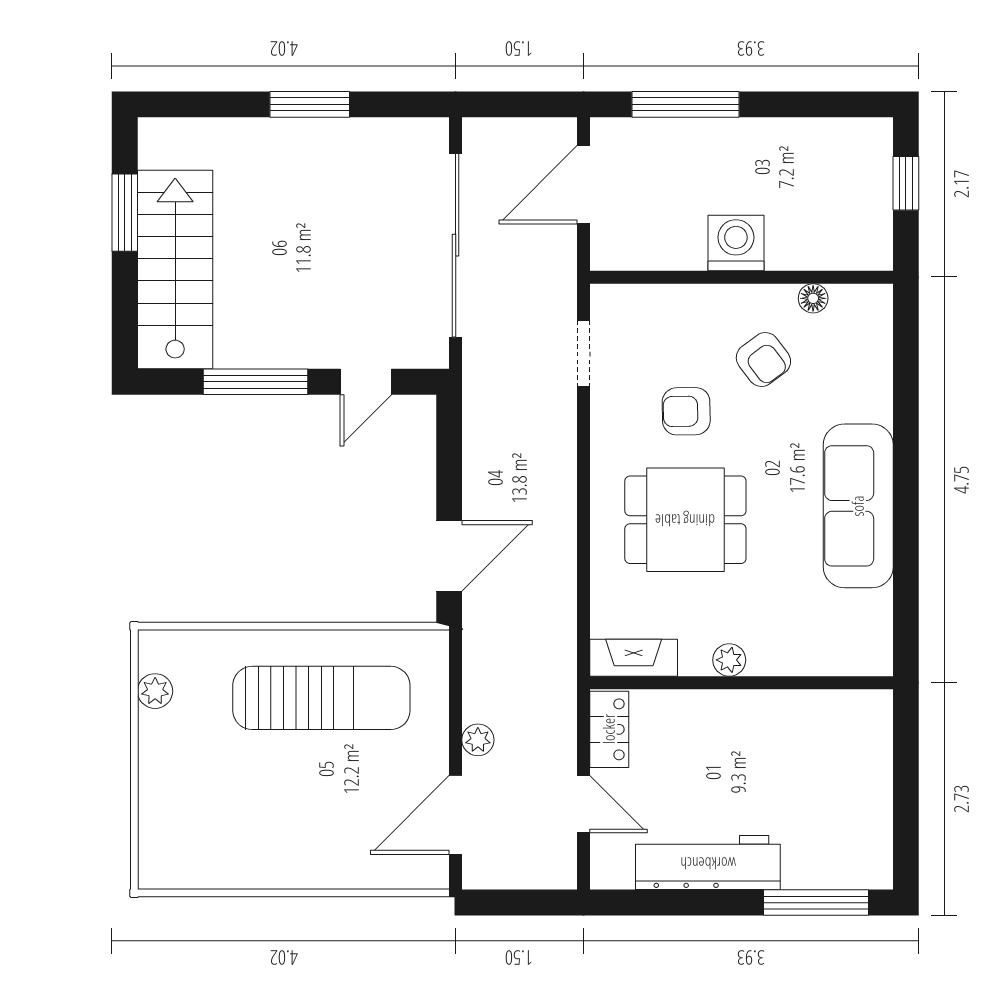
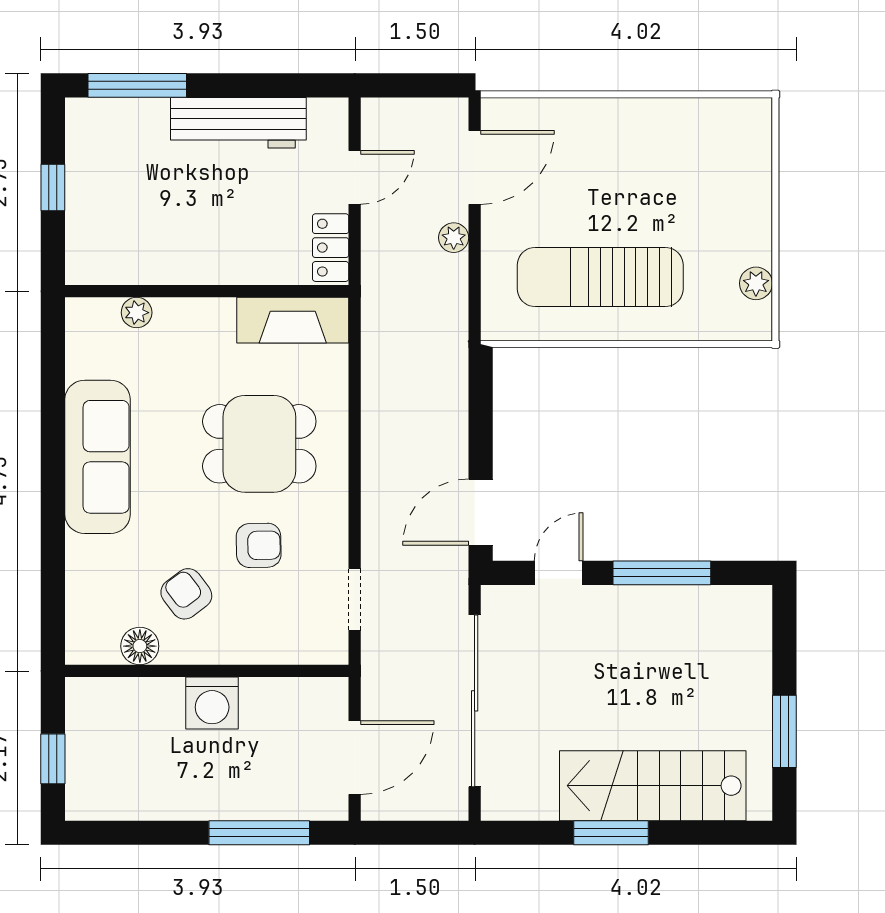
stairs: (175, 270) -> (653, 786), moved, turned 90
floor lamp: (813, 298) -> (140, 646), width x1.37, depth x1.37
door: (449, 556) -> (481, 512), moved
fireplace: (634, 658) -> (293, 320), width x1.37, depth x1.32
plant: (729, 660) -> (137, 313), moved
window: (906, 793) -> (53, 188), added
door: (584, 804) -> (355, 177), swing flipped

